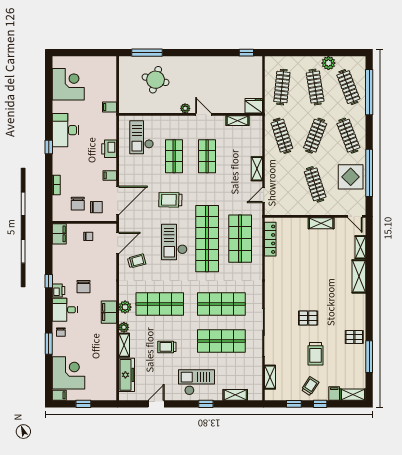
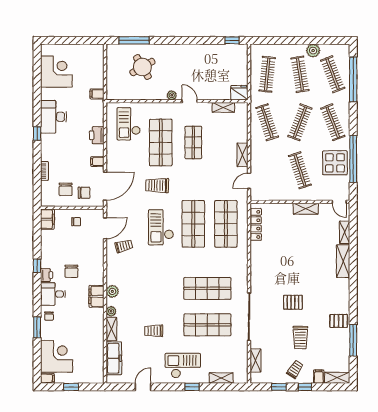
round table: (156, 80) -> (142, 67), turned 45
shop shelf: (174, 156) -> (161, 142), width x1.43, depth x1.36
shop shelf: (207, 239) -> (193, 224), width x0.71
shop shelf: (160, 304) -> (147, 288), removed

